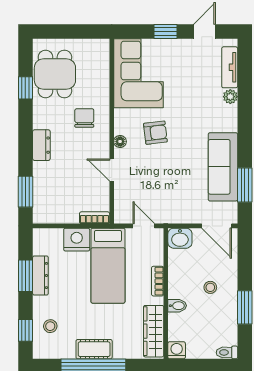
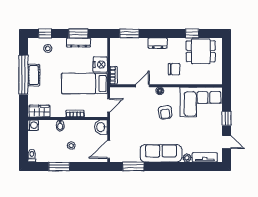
sofa: (223, 167) -> (161, 153), moved
wardrobe: (154, 331) -> (39, 111), width x0.67

